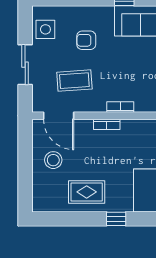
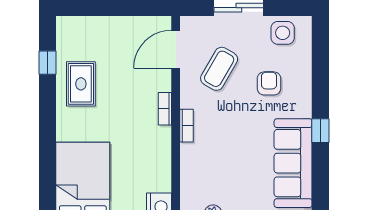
coffee table: (74, 81) -> (219, 69), turned 34
stool: (53, 160) -> (120, 43), removed
window: (116, 219) -> (48, 63), moved

